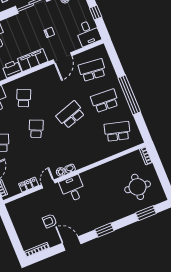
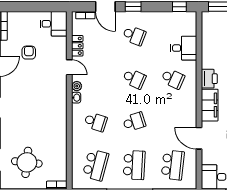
school desk: (70, 115) -> (134, 122), width x0.54
school desk: (83, 145) -> (96, 122), added
desk: (73, 189) -> (54, 24), moved

